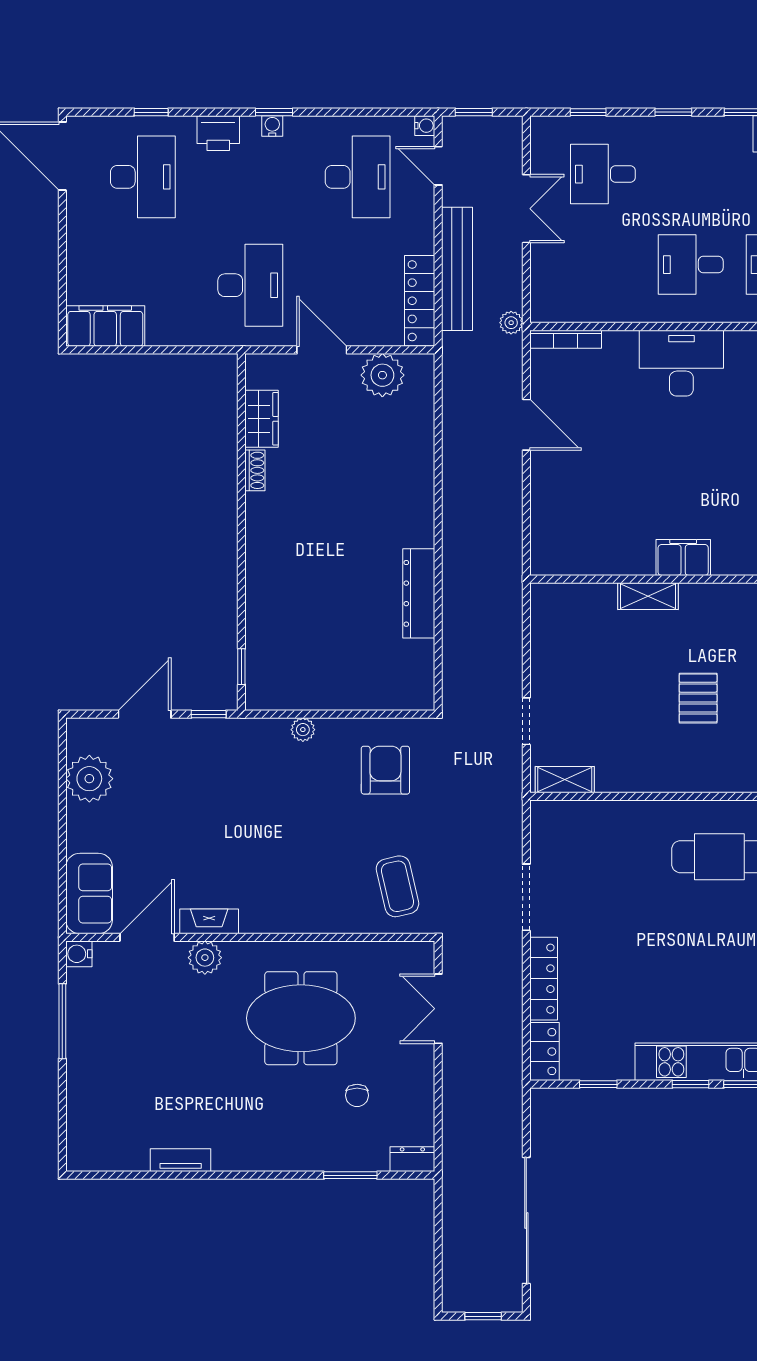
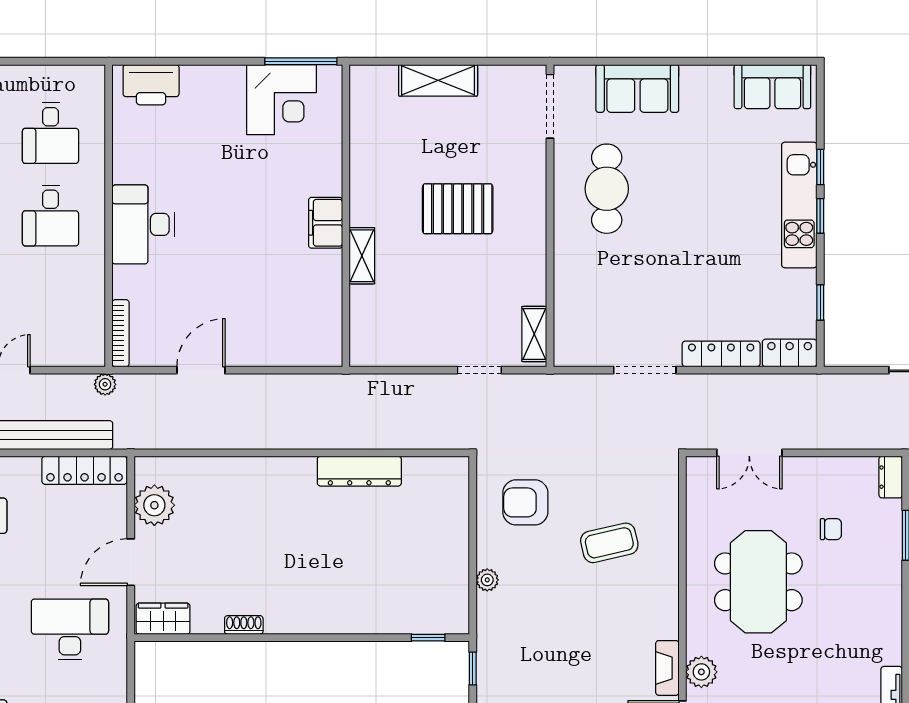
wardrobe: (262, 419) -> (163, 619), moved
pallet: (698, 698) -> (458, 209), width x1.50, depth x1.42
coffee table: (397, 886) -> (609, 543), moved

